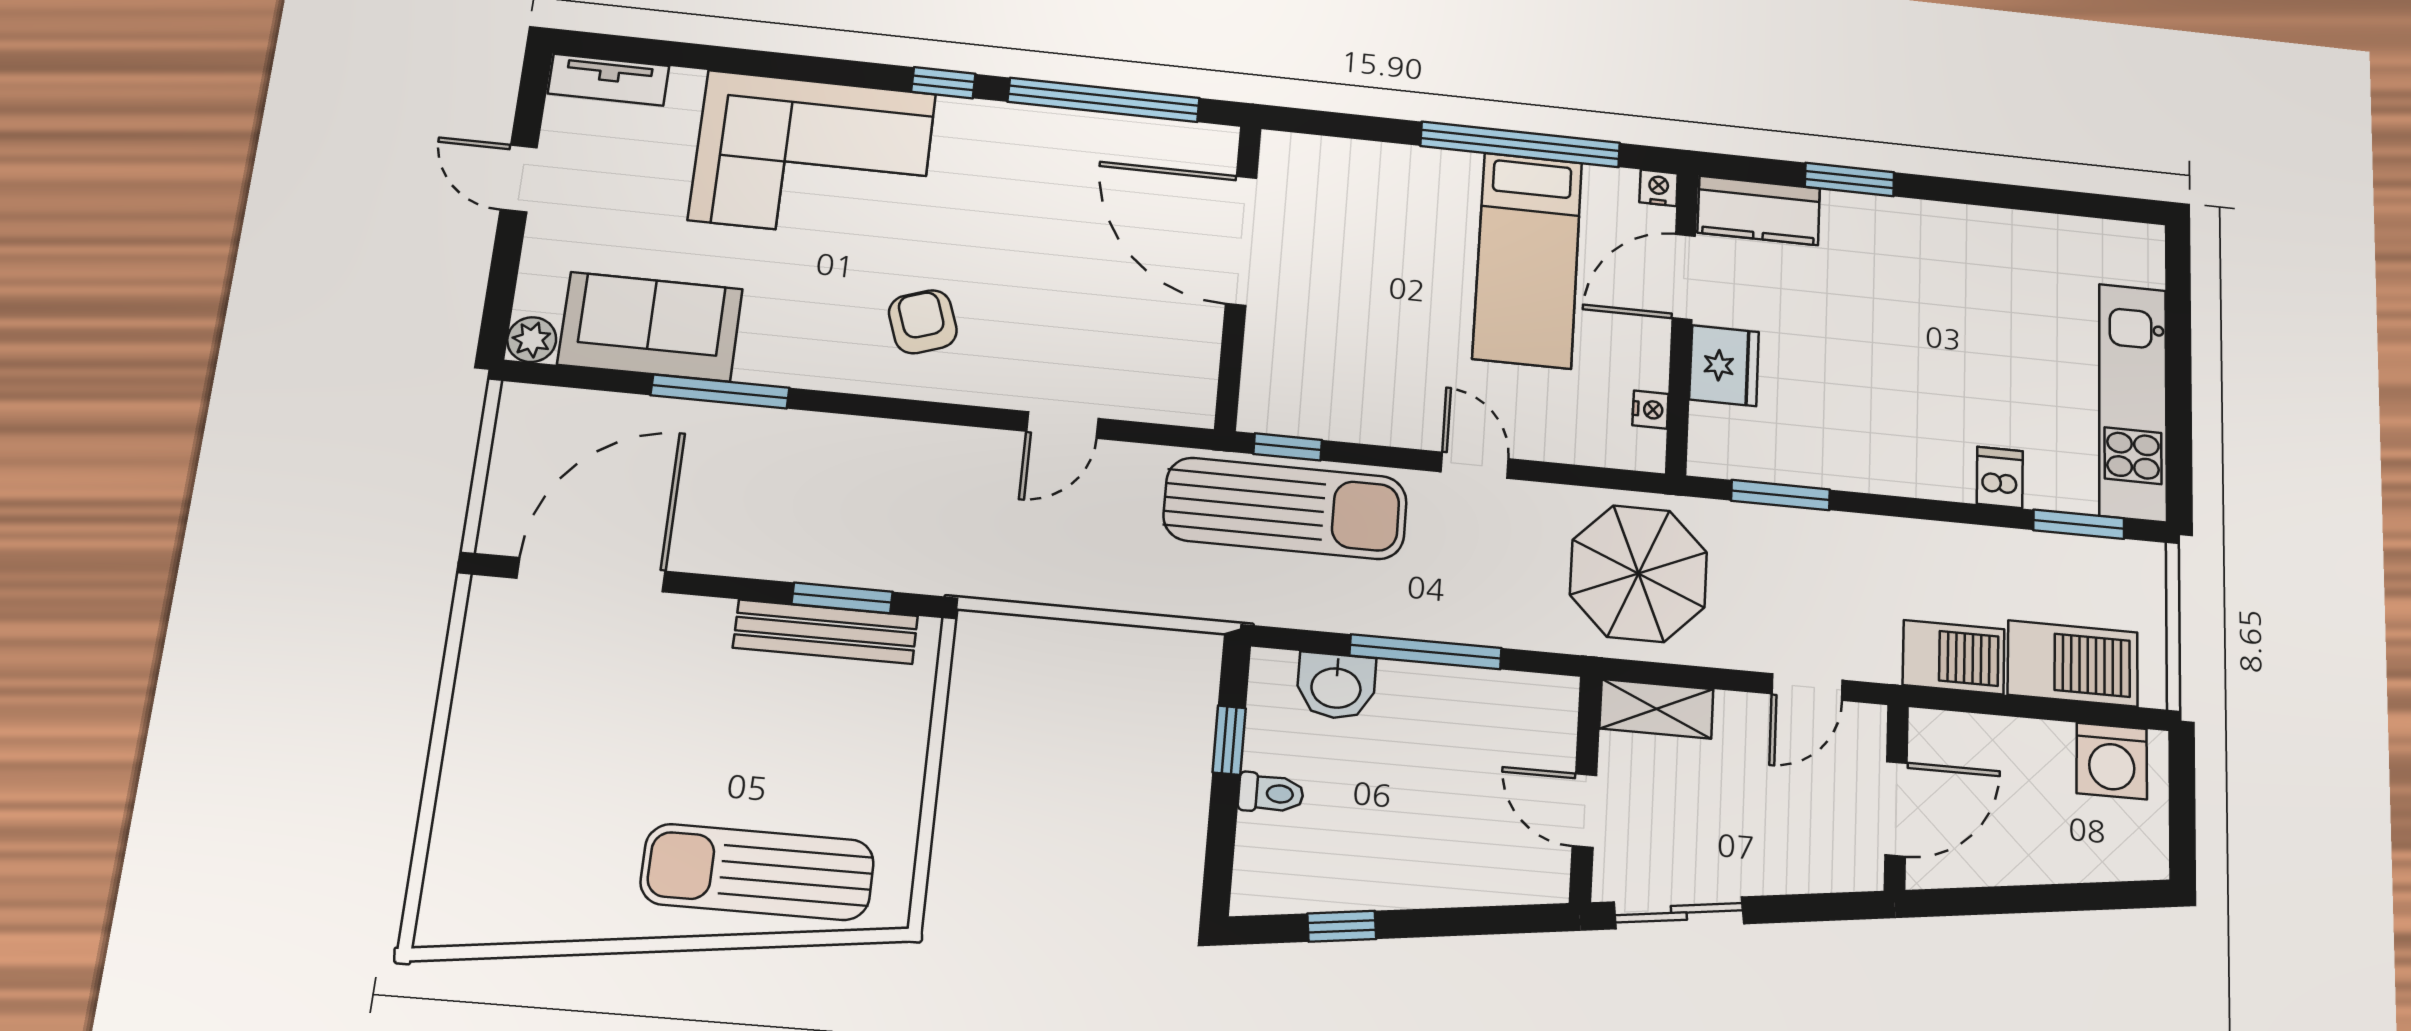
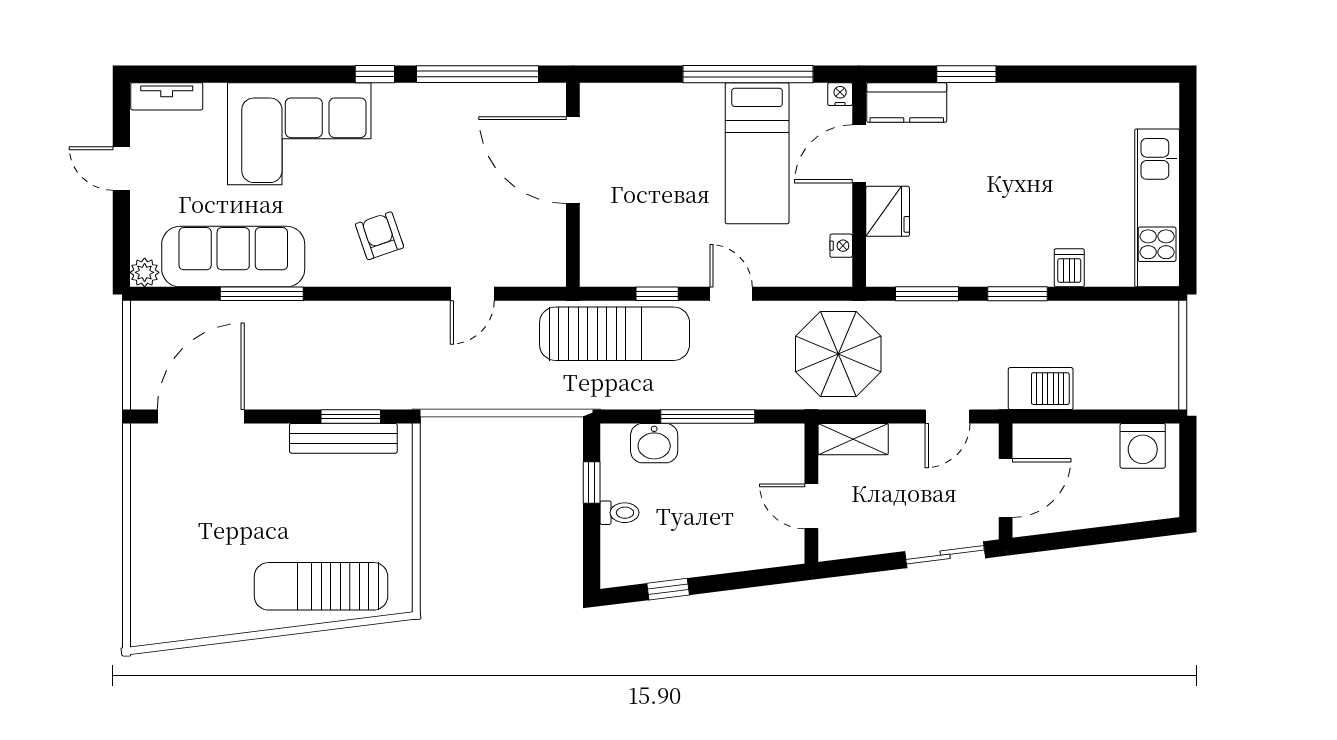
sofa: (650, 327) -> (233, 257), width x1.36
window: (1288, 447) -> (657, 294), moved
window: (2079, 524) -> (1017, 294), moved
barbecue: (2073, 664) -> (1118, 386), removed
sliding door: (1679, 913) -> (945, 555), moved

